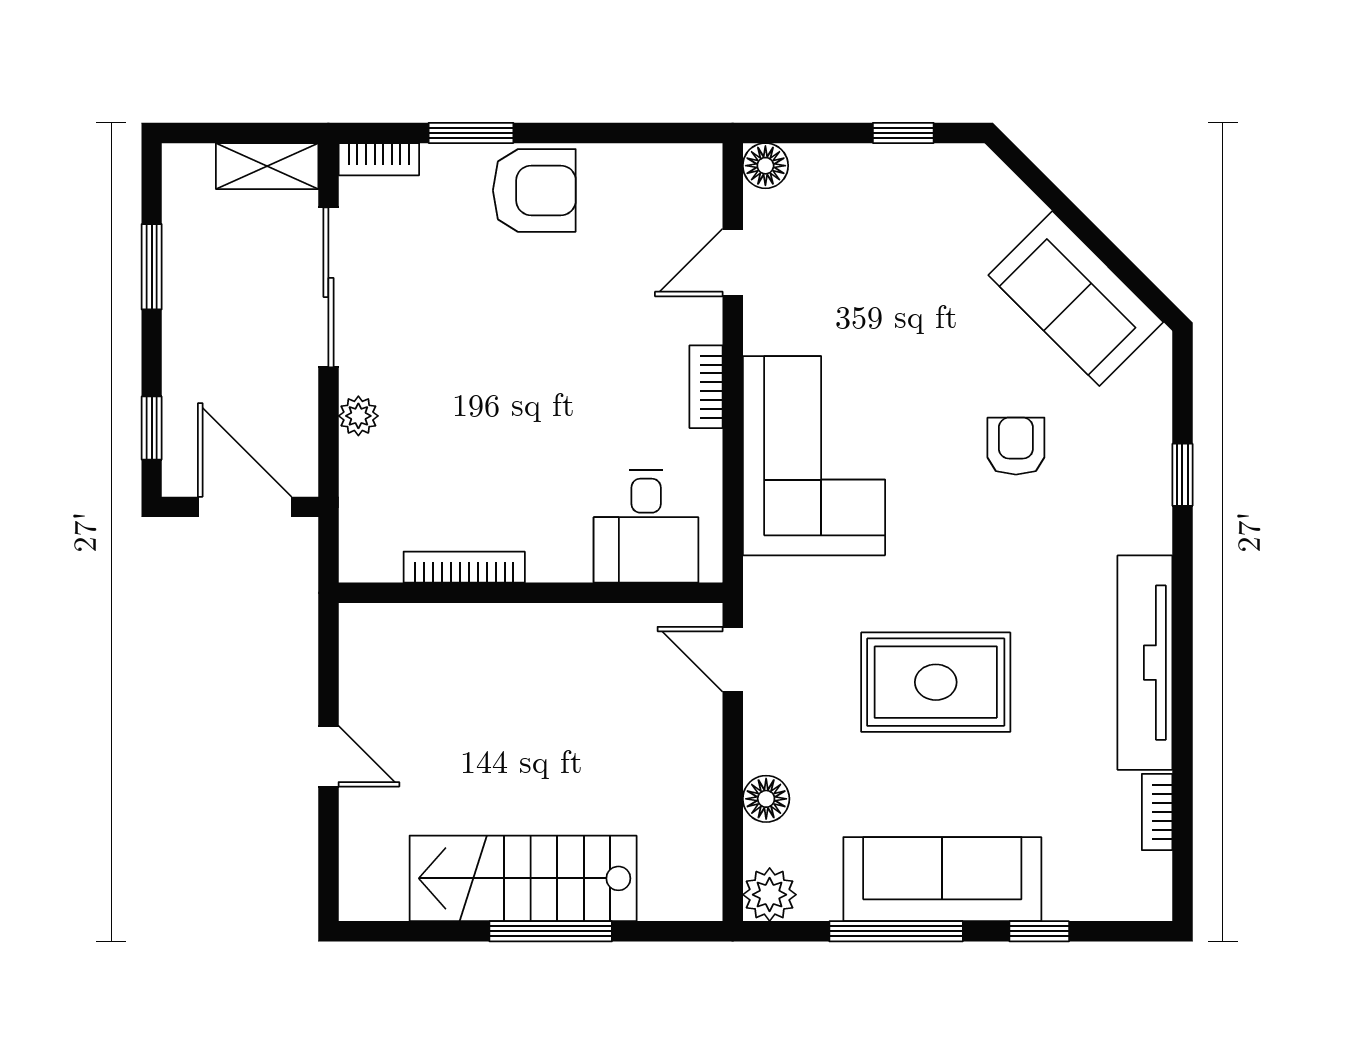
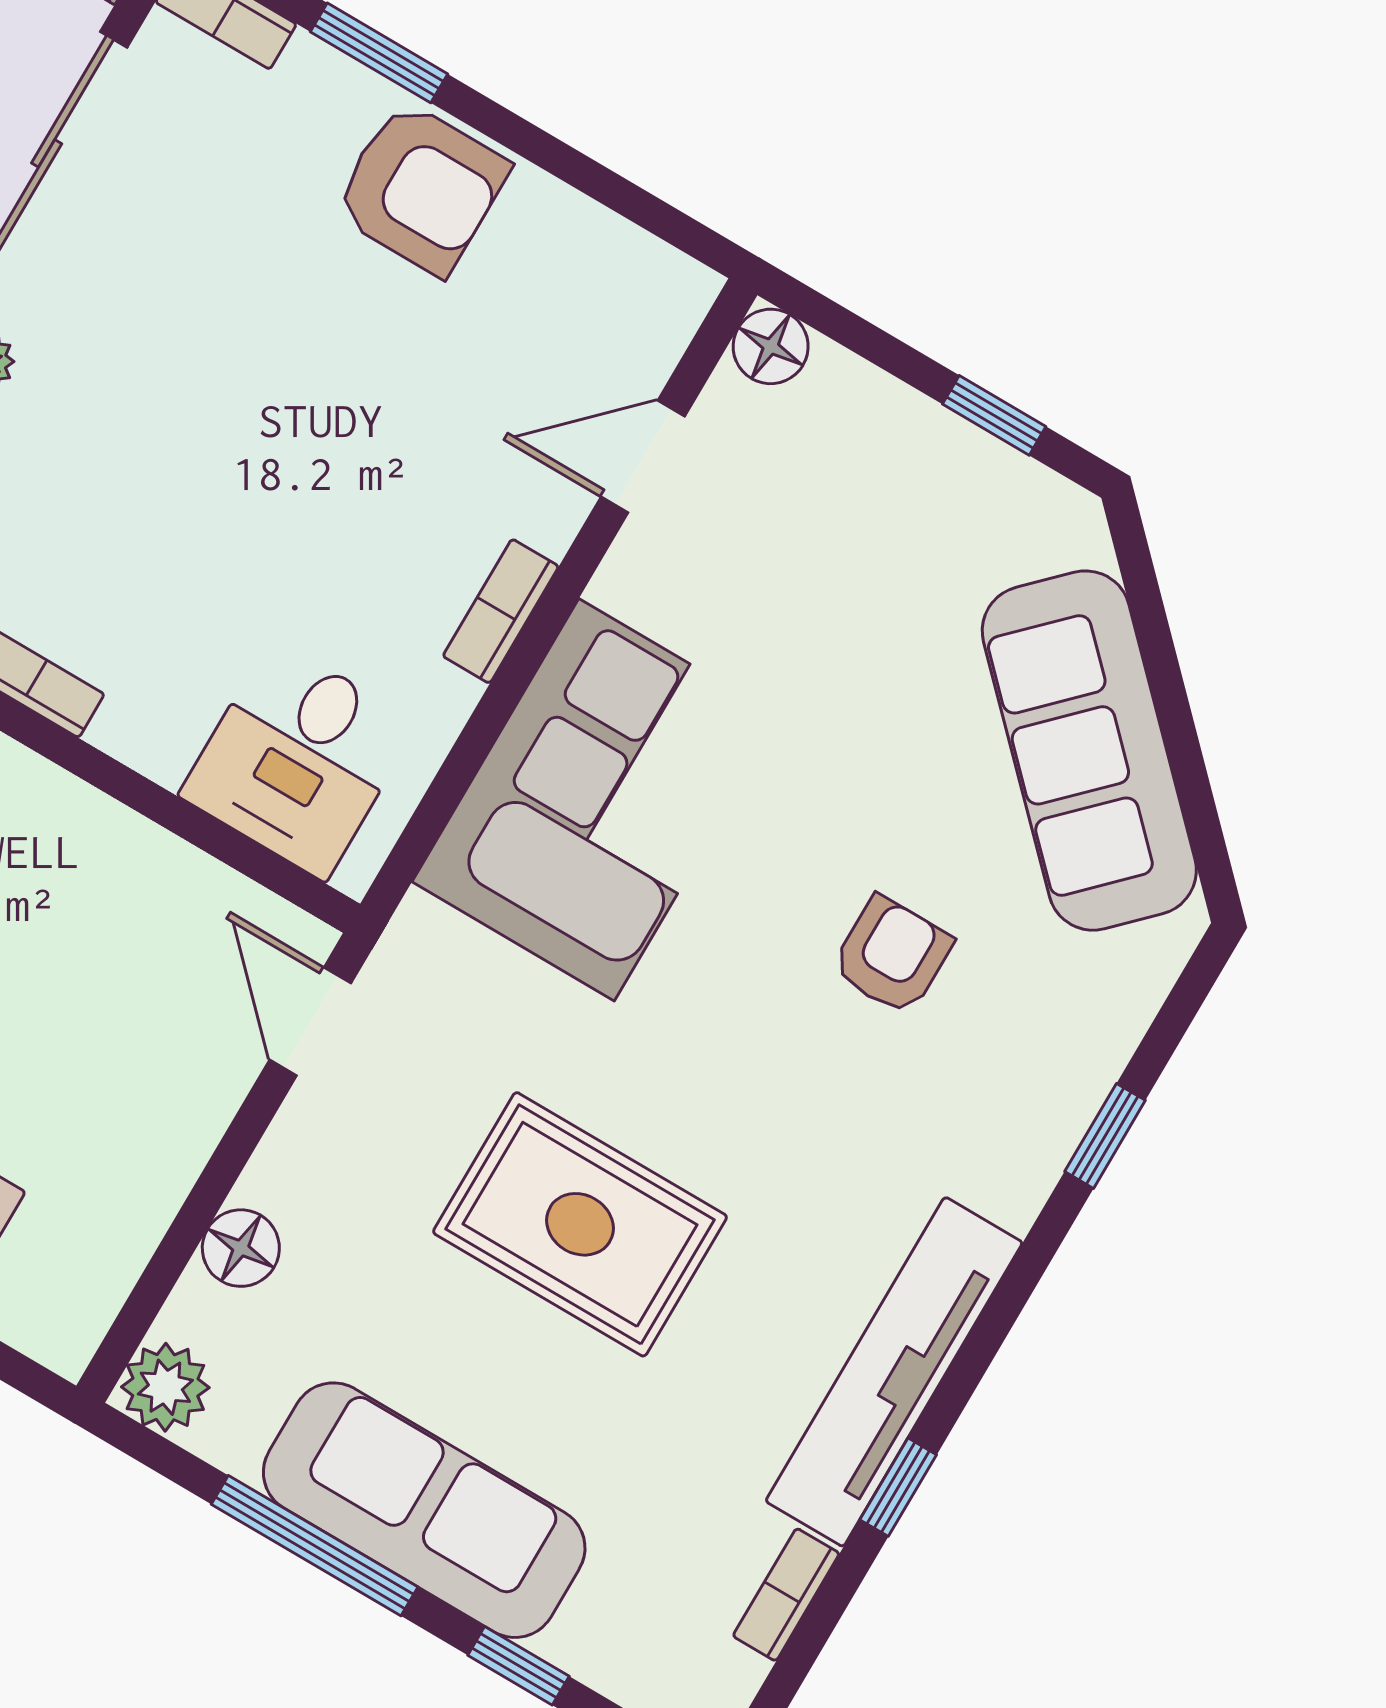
sofa: (1076, 299) -> (1089, 751), width x1.36
window: (1182, 722) -> (898, 1487), added

